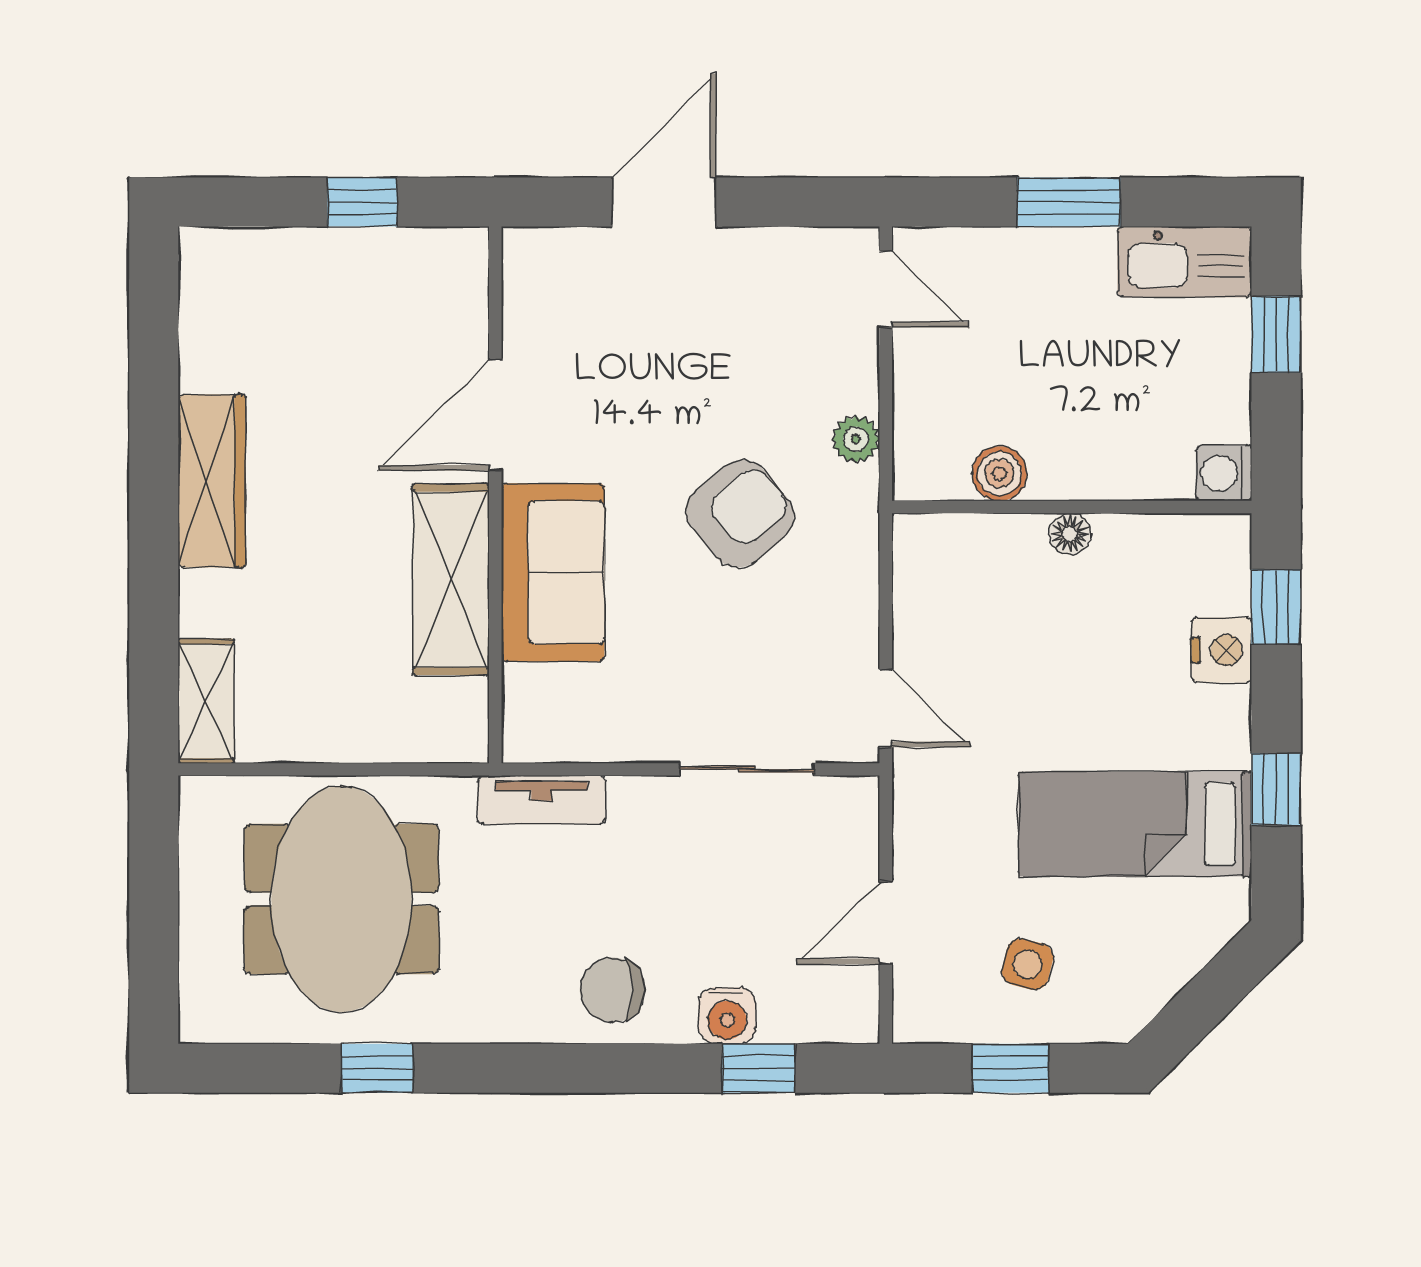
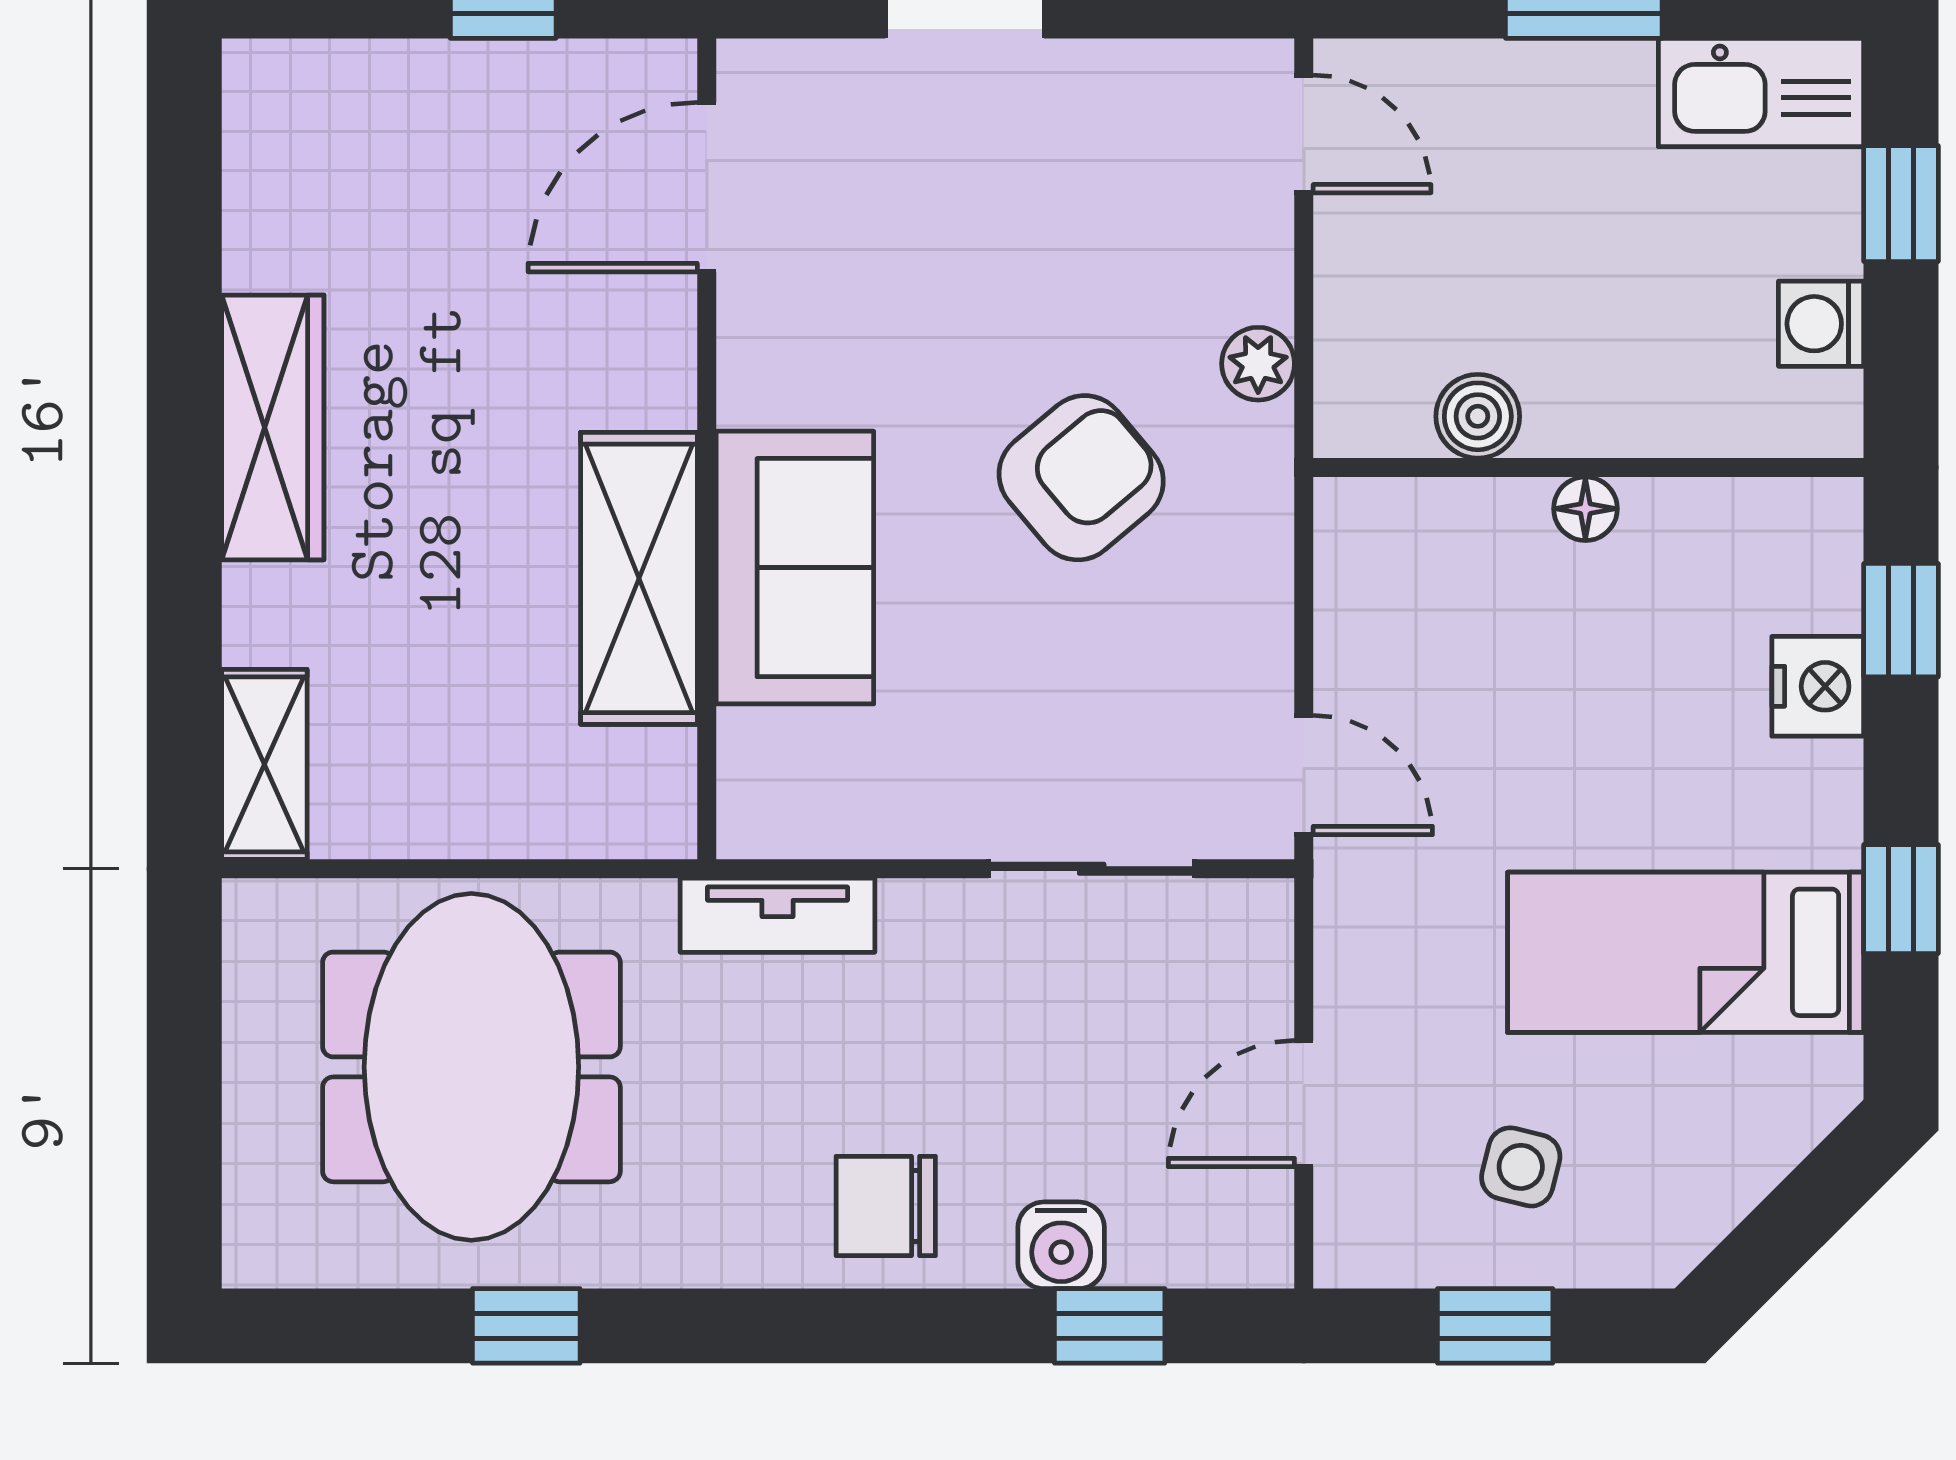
door: (495, 415) -> (707, 187), moved
washing machine: (1224, 473) -> (1821, 324), moved

